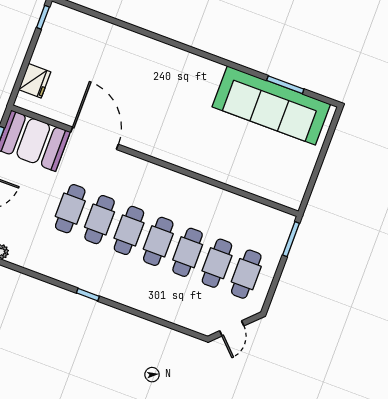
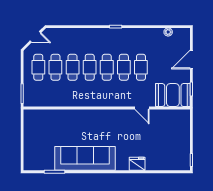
fridge: (35, 81) -> (137, 164), moved, turned 90
sofa: (271, 105) -> (85, 158), moved
door: (95, 138) -> (142, 108), width x0.53
door: (232, 328) -> (35, 37), swing flipped

